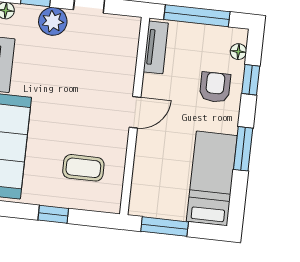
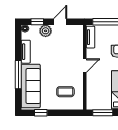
window: (53, 214) -> (41, 113), moved

